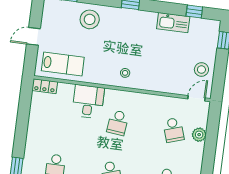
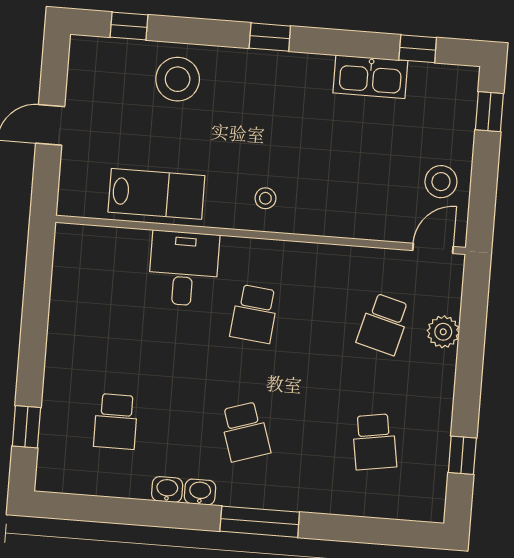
lab bench: (63, 64) -> (156, 194), moved
locker: (45, 86) -> (82, 238), removed
school desk: (174, 130) -> (384, 324), turned 33

